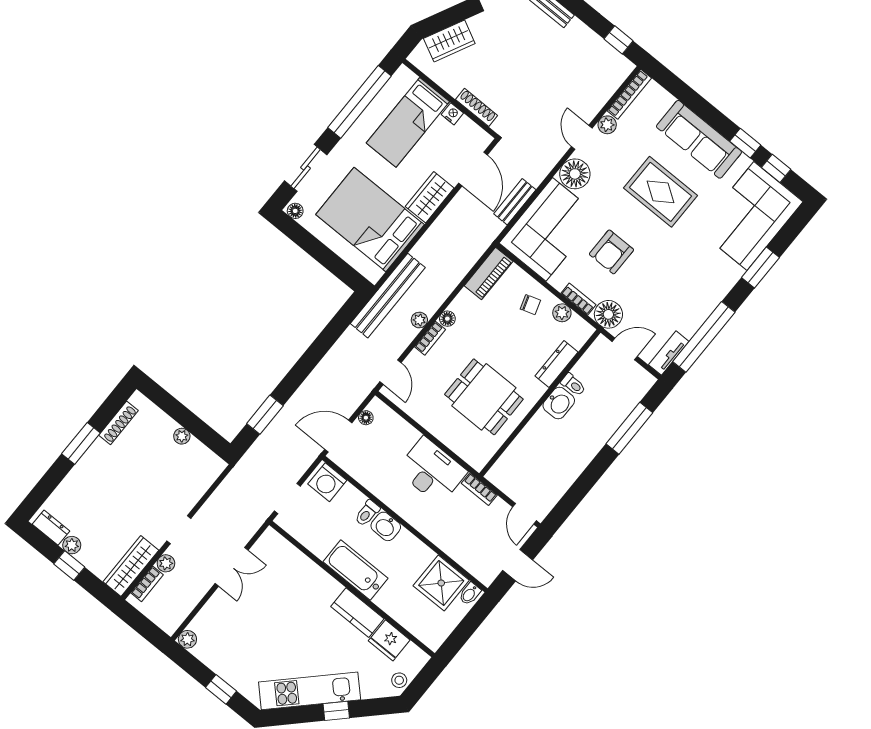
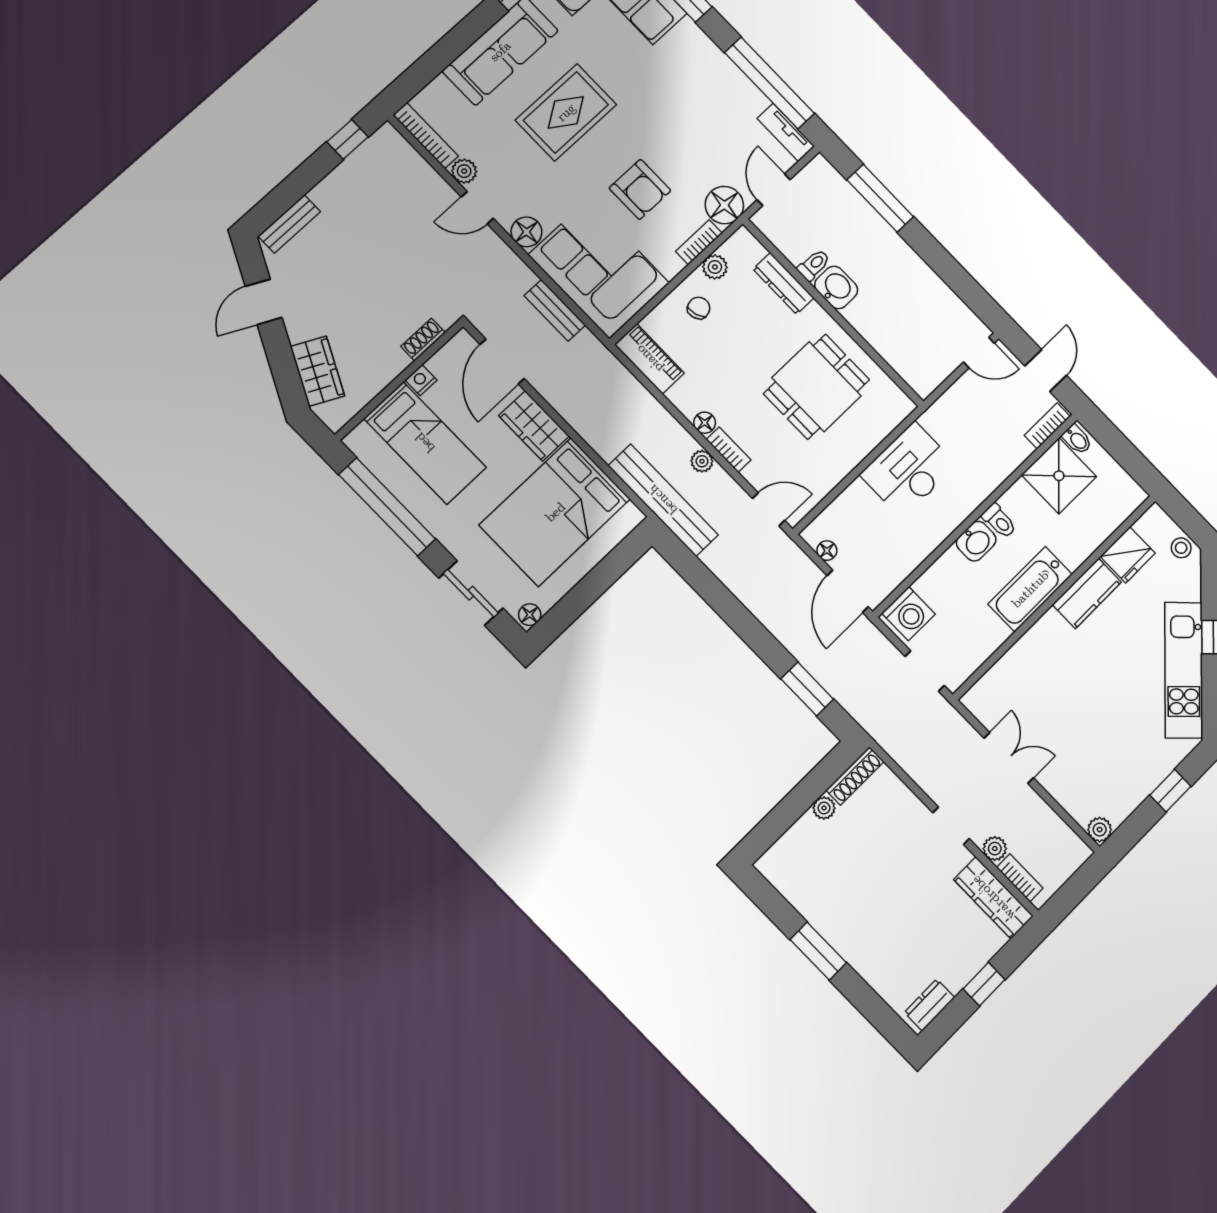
shoe rack: (477, 107) -> (423, 340), width x0.70
door: (473, 169) -> (502, 361), swing flipped
floor lamp: (575, 174) -> (526, 232), width x0.73, depth x0.73
shoe rack: (118, 423) -> (855, 776), moved, turned 90
bookcase: (479, 489) -> (1047, 426), moved, turned 180
toilet: (367, 513) -> (999, 521), moved
plant: (72, 545) -> (957, 978), removed

